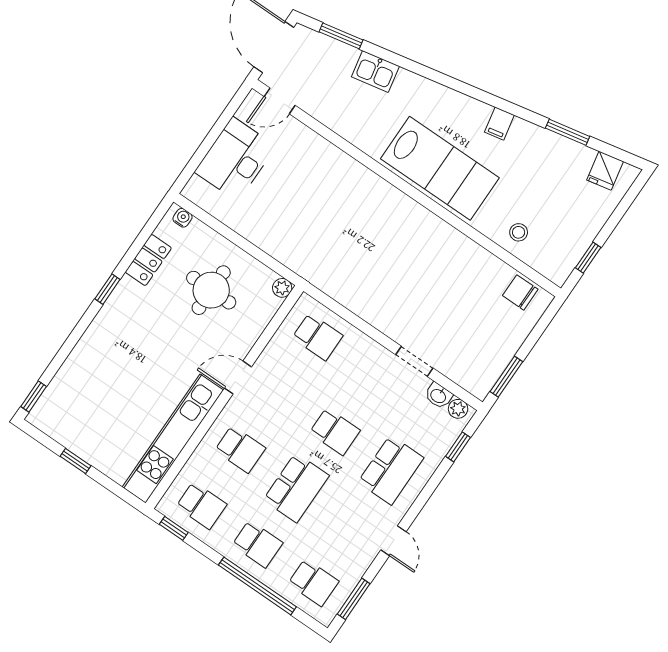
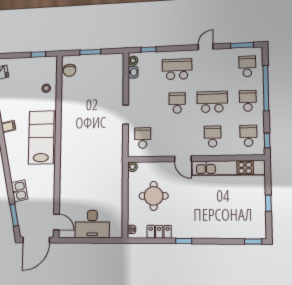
doorway: (414, 361) -> (126, 115), moved
window: (506, 377) -> (90, 52), moved

